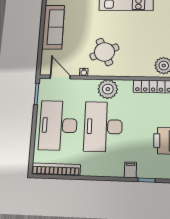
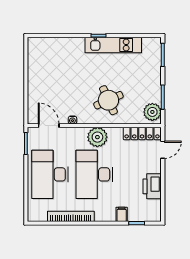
sofa: (53, 27) -> (38, 72), removed
round table: (104, 52) -> (108, 100), moved
bookcase: (56, 169) -> (71, 216), moved

